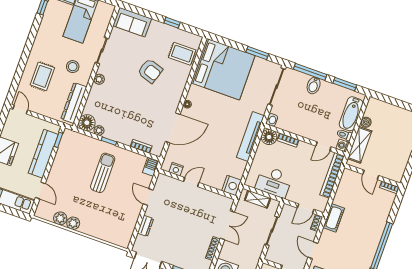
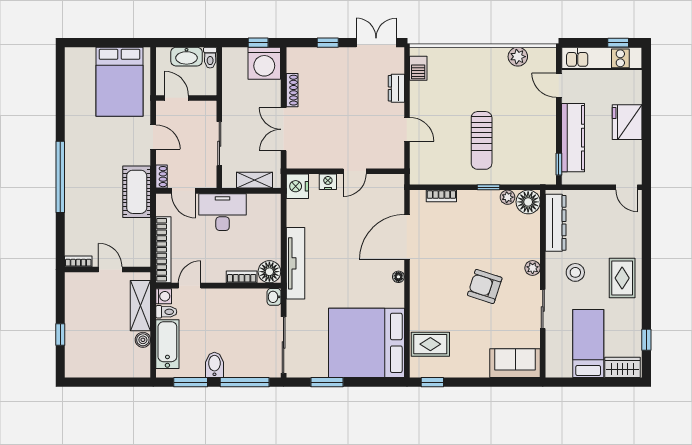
window: (172, 23) -> (432, 382), moved
armchair: (150, 71) -> (485, 286), moved
rug: (42, 76) -> (622, 278), moved
bidet: (314, 85) -> (214, 365), moved
barbecue: (151, 167) -> (418, 68), moved
nightstand: (176, 169) -> (328, 182), moved
desk: (274, 182) -> (223, 212), moved
door: (306, 209) -> (184, 191), swing flipped
cot: (334, 218) -> (137, 192), width x1.37, depth x1.34
plant: (73, 223) -> (498, 56), removed

